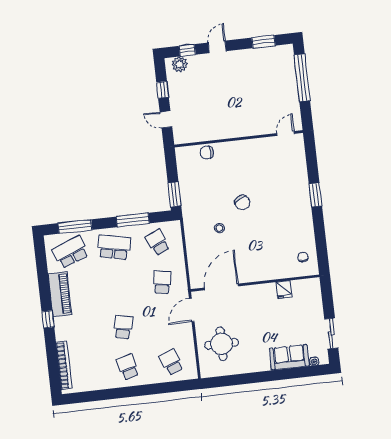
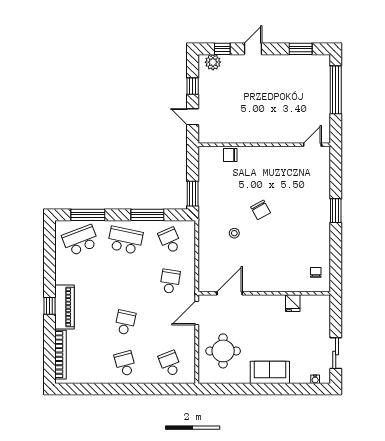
door: (221, 287) -> (230, 293), width x0.73
piano: (60, 294) -> (65, 307), moved
sofa: (289, 357) -> (270, 372), moved

